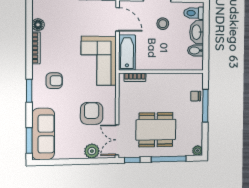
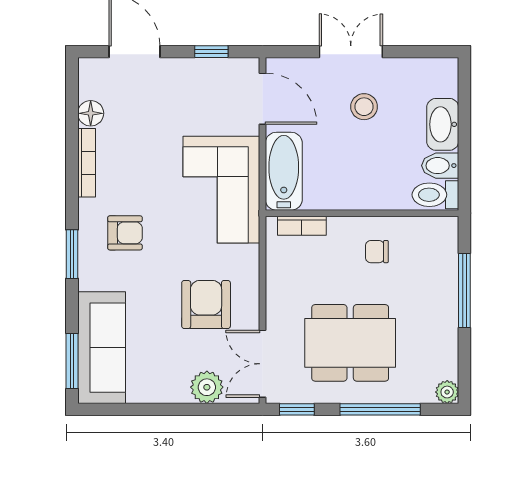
toilet: (194, 13) -> (435, 195), moved
chair: (196, 96) -> (377, 252), moved

